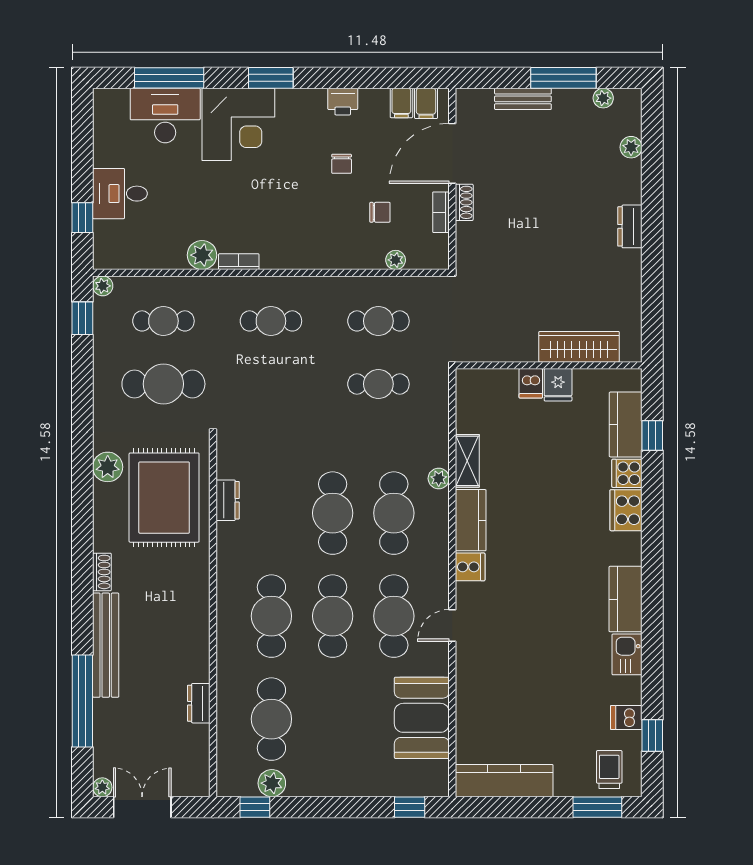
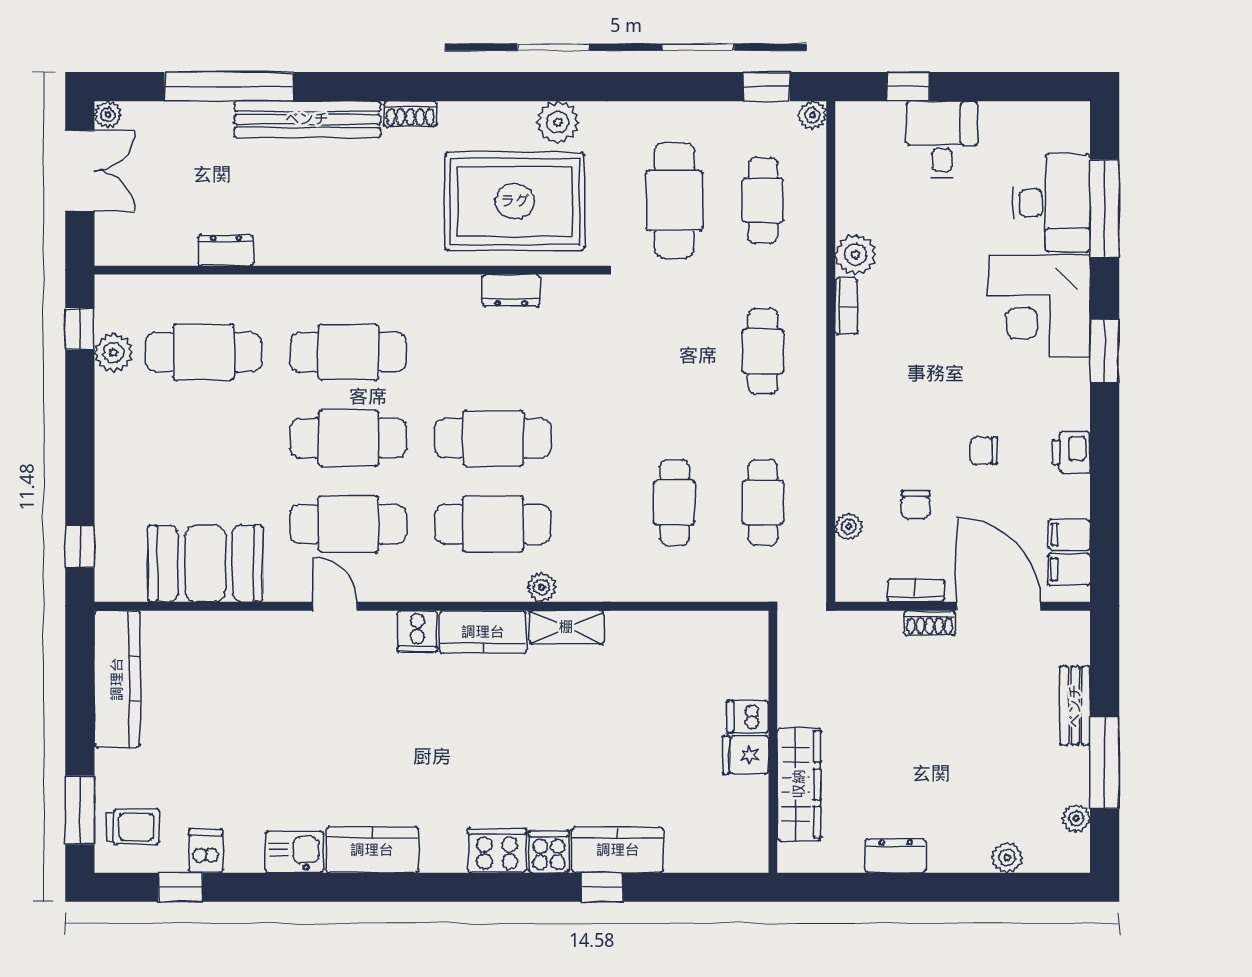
wardrobe: (579, 347) -> (799, 784), moved
wall: (549, 365) -> (773, 742), moved
dishwasher: (531, 383) -> (748, 717), moved
fridge: (558, 385) -> (746, 755), moved

